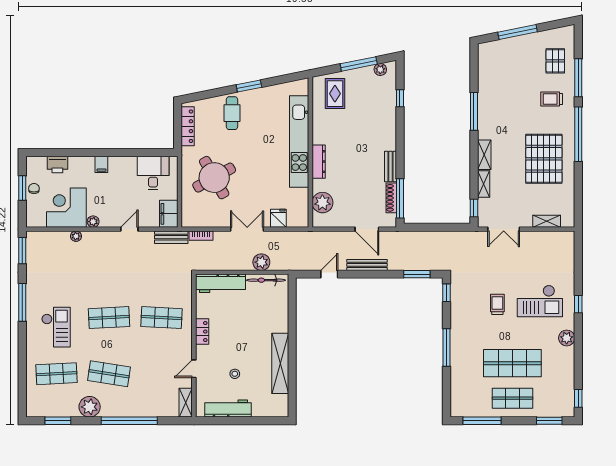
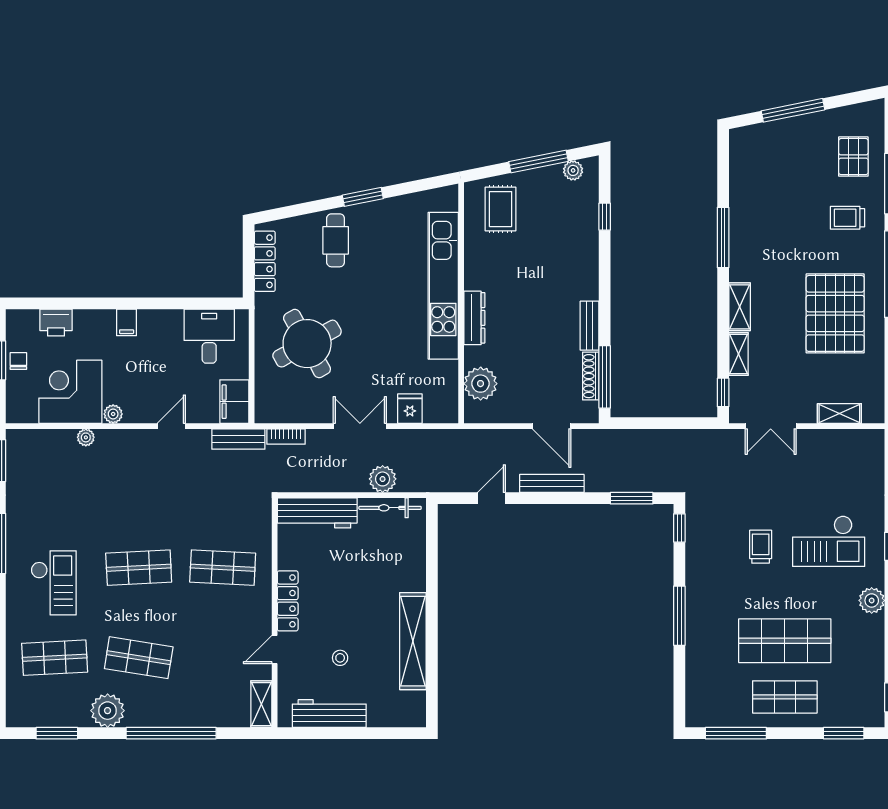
locker: (202, 332) -> (288, 601), width x1.53

